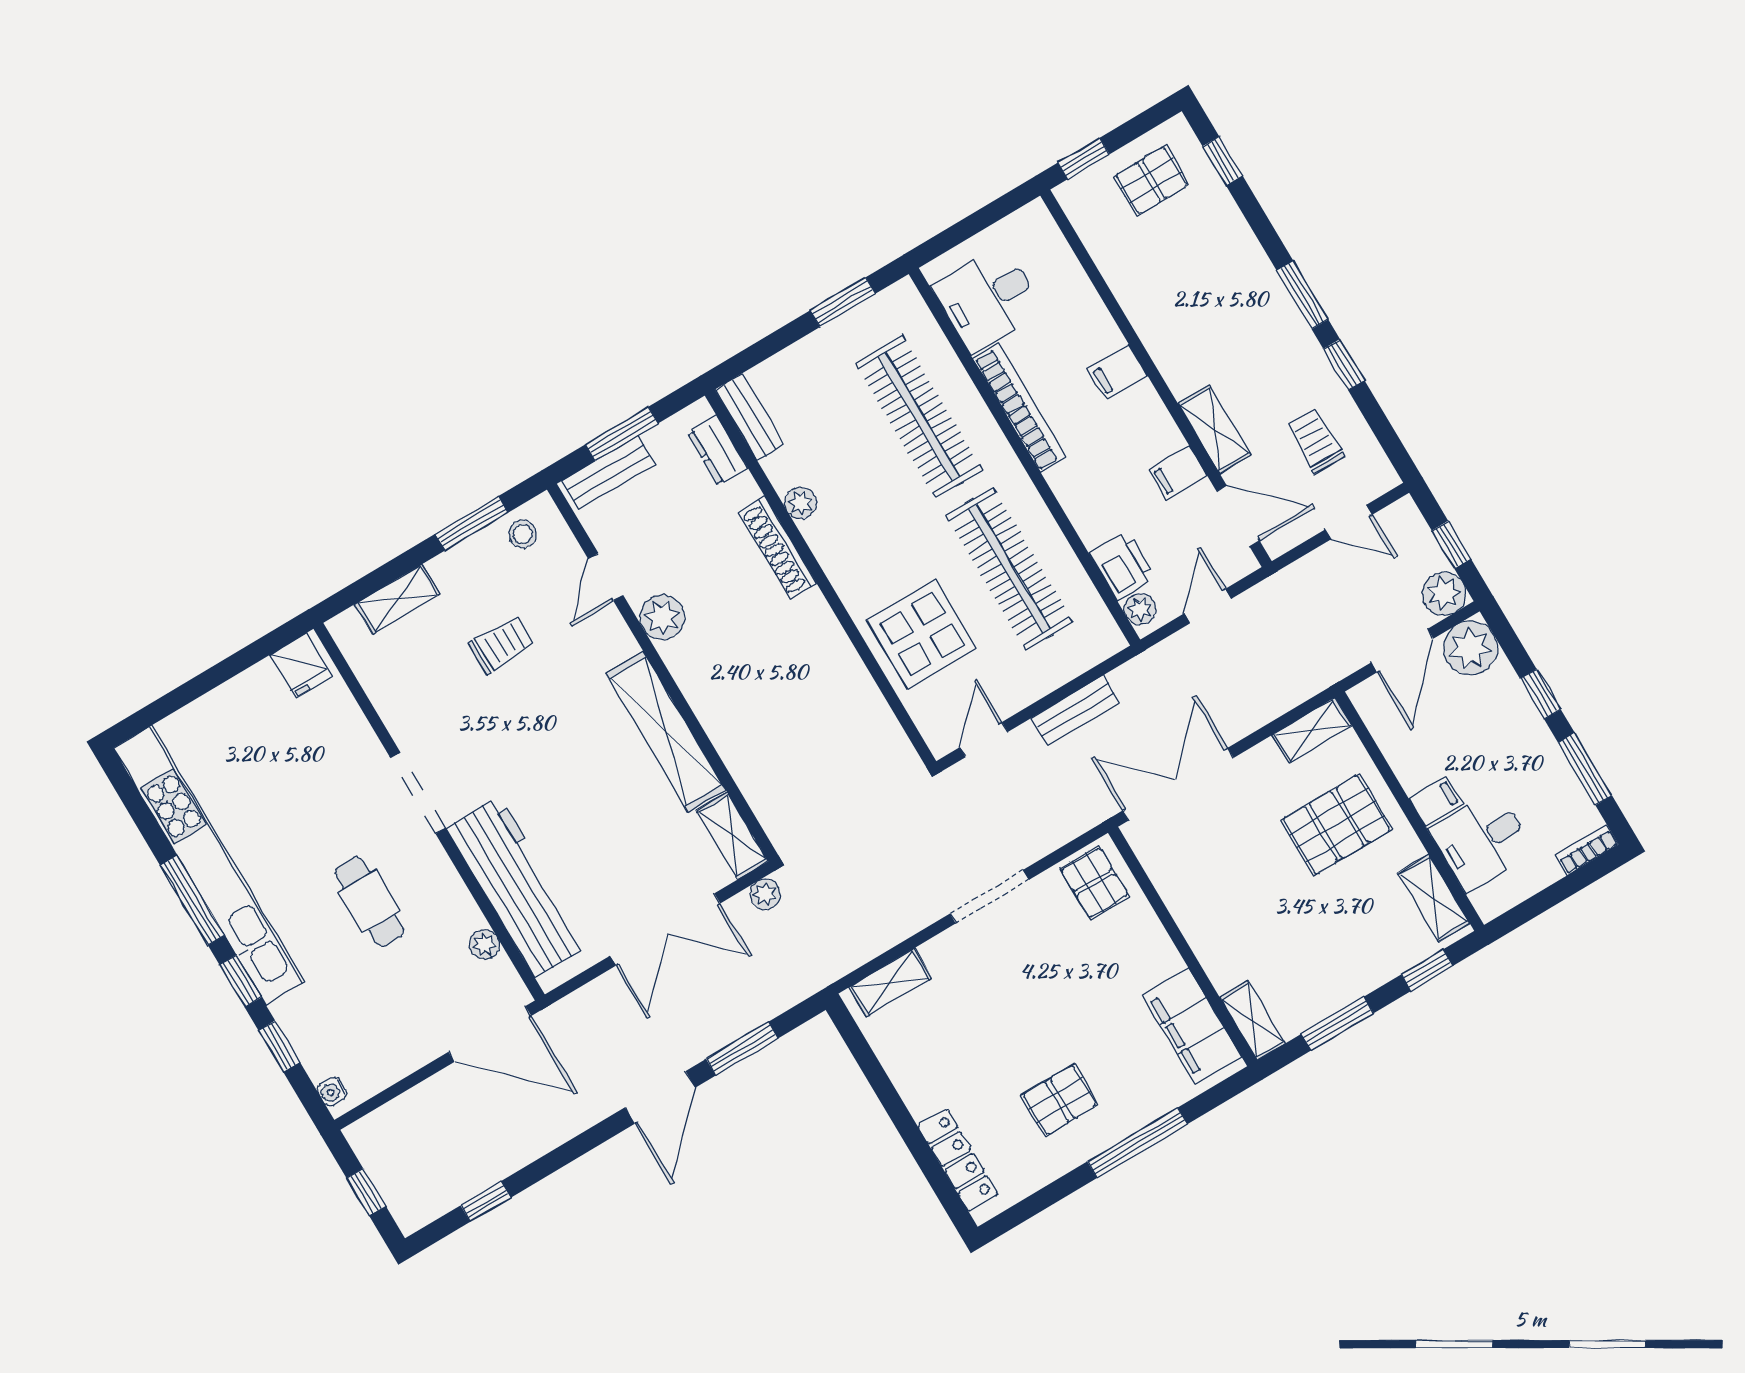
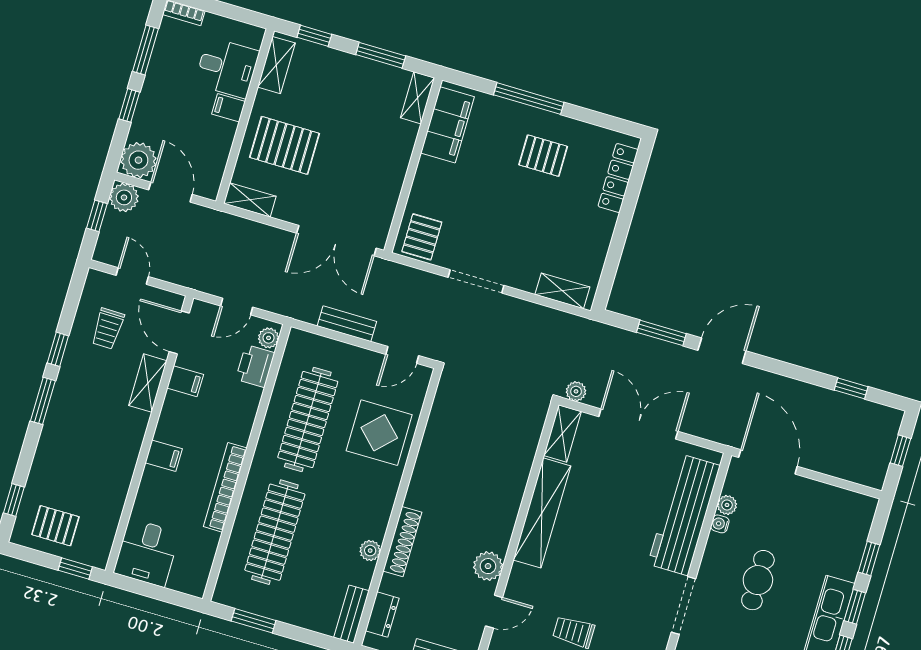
desk: (988, 299) -> (147, 553), moved, turned 90
door: (1402, 651) -> (170, 192), hinge flipped
water cooler: (332, 1092) -> (720, 524), moved, turned 180

